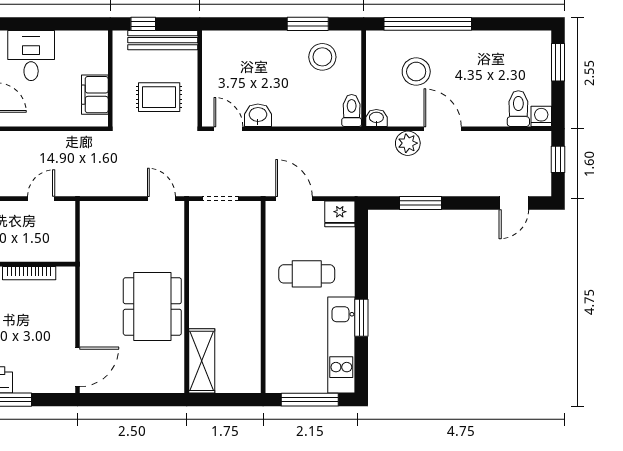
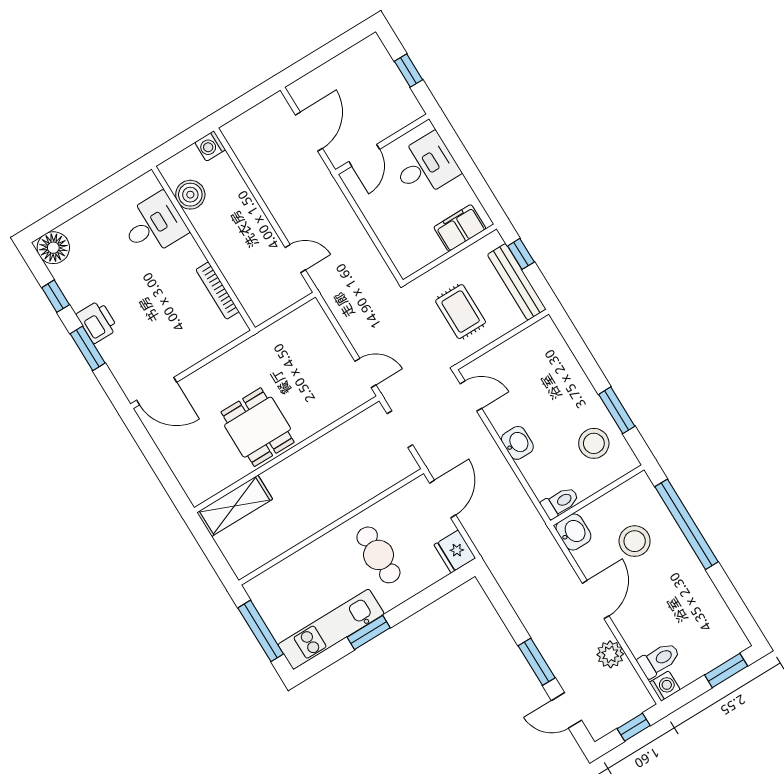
filing cabinet: (95, 95) -> (460, 228), moved
washbasin: (258, 115) -> (517, 443), moved
washbasin: (376, 118) -> (573, 532), width x1.38, depth x1.45
door: (228, 129) -> (471, 396), hinge flipped
plant: (408, 143) -> (610, 654), moved
door: (161, 199) -> (365, 373), hinge flipped
window: (420, 203) -> (537, 662), moved
dining table: (152, 306) -> (258, 427), width x0.73

